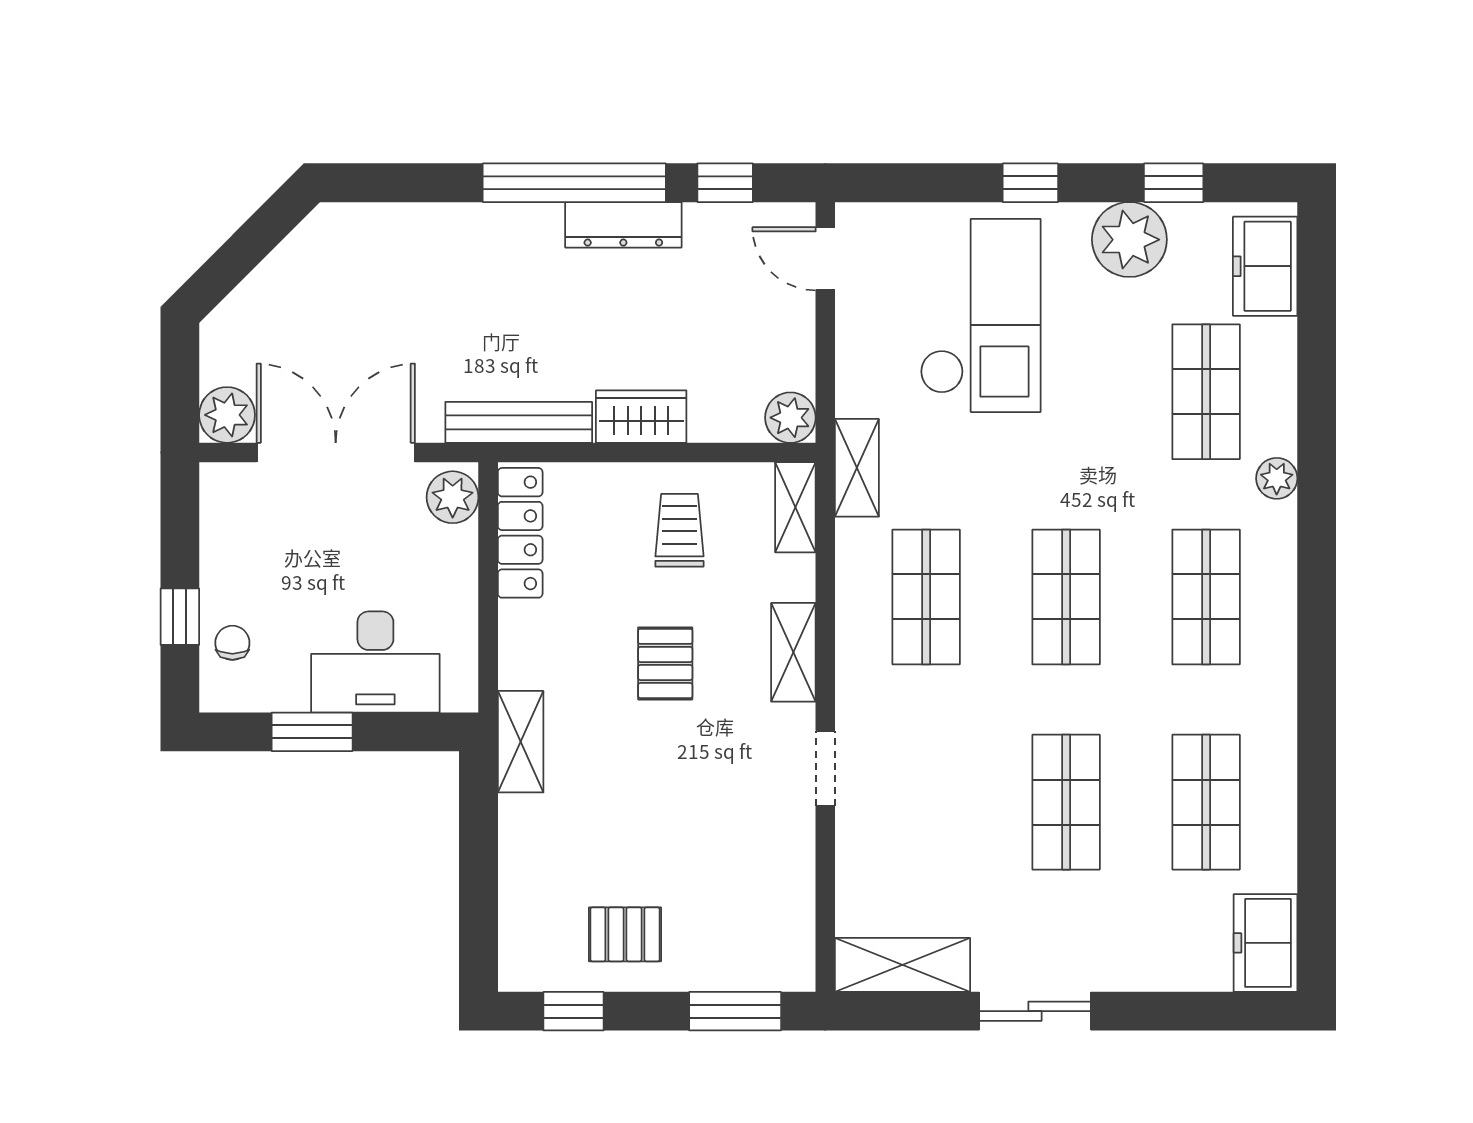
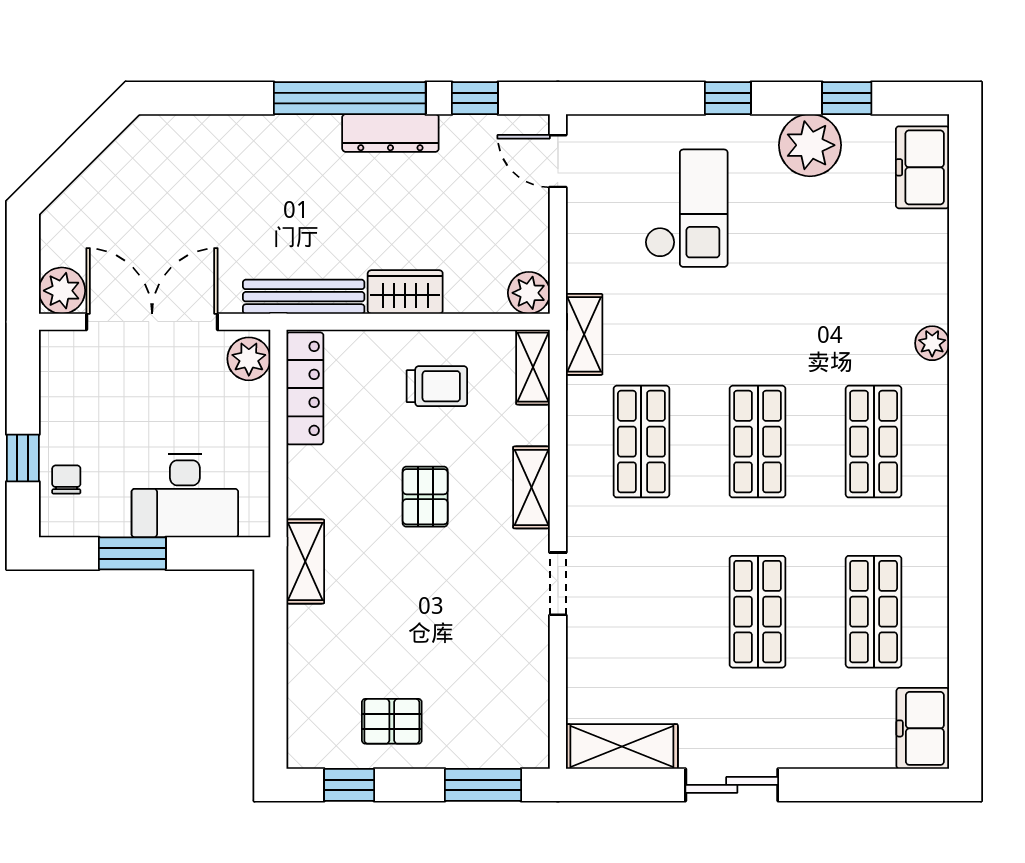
checkout: (980, 315) -> (686, 208), width x0.73, depth x0.83
shop shelf: (1206, 392) -> (874, 271), removed
trolley: (679, 530) -> (437, 386), turned 90

